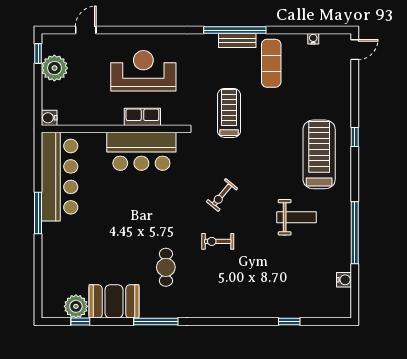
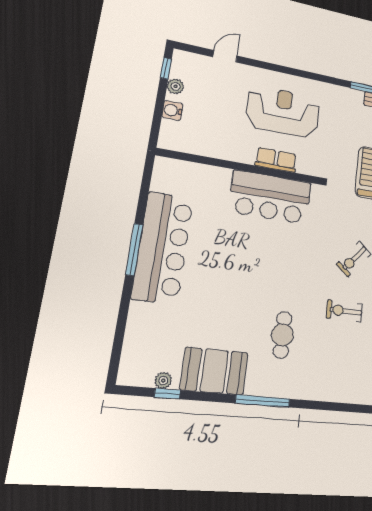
plant: (54, 68) -> (176, 86), width x0.53, depth x0.53
water cooler: (49, 118) -> (172, 110), moved
bar counter: (60, 177) -> (163, 247), moved
plant: (76, 306) -> (163, 380), width x0.53, depth x0.53

